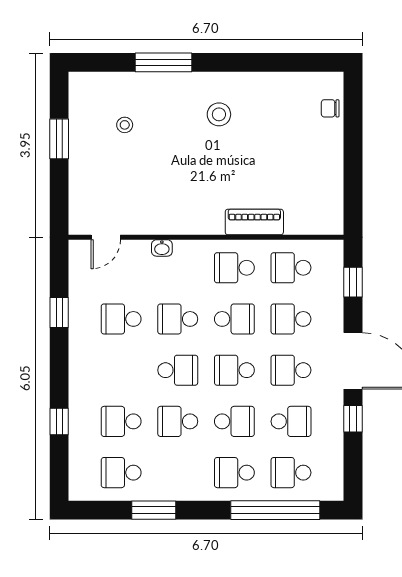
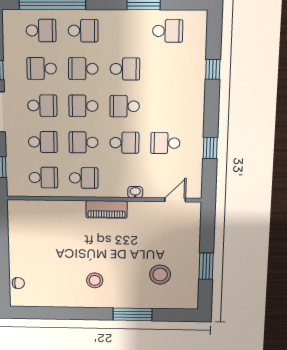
stool: (125, 125) -> (160, 275), width x1.89, depth x1.89
piano: (254, 222) -> (107, 209), moved
school desk: (121, 319) -> (165, 143), turned 180
school desk: (234, 370) -> (83, 106), turned 180
school desk: (121, 421) -> (167, 69), removed

